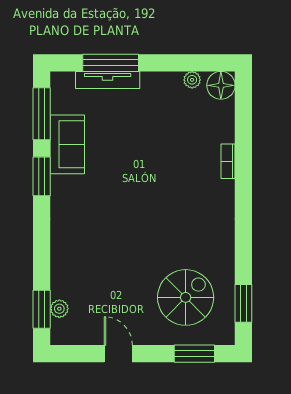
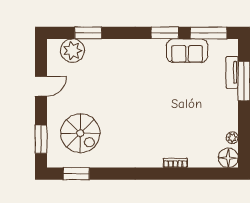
tv unit: (108, 80) -> (232, 72), width x0.71
window: (42, 309) -> (88, 33), moved
plant: (59, 309) -> (72, 51), width x1.88, depth x1.88

